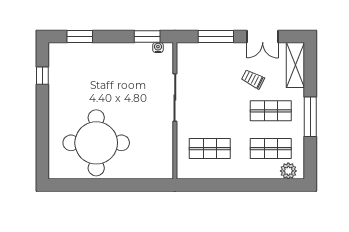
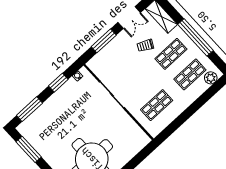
window: (80, 37) -> (29, 109), width x1.44
window: (147, 37) -> (58, 83), moved
window: (42, 76) -> (29, 149), width x2.17
window: (310, 117) -> (195, 37), width x1.46

